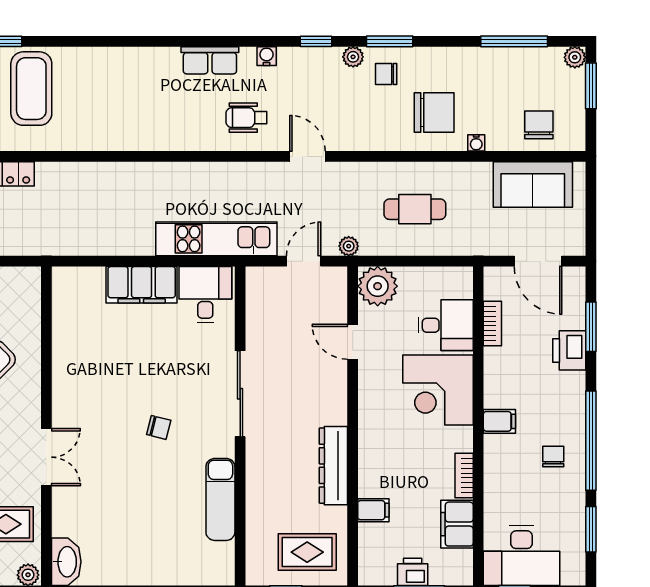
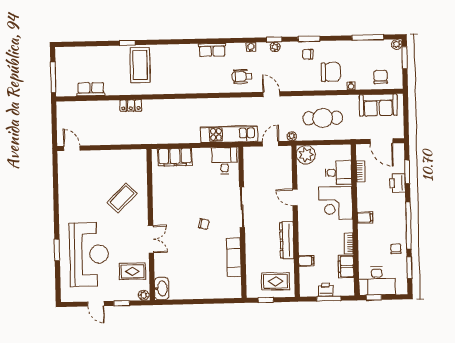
plant: (353, 57) -> (275, 47), moved
row of seats: (210, 60) -> (212, 50), moved
cafe table: (415, 209) -> (323, 118), width x1.37, depth x1.35
filing cabinet: (142, 285) -> (175, 157), moved
door: (353, 342) -> (295, 197), moved
chair: (553, 456) -> (396, 249), moved

